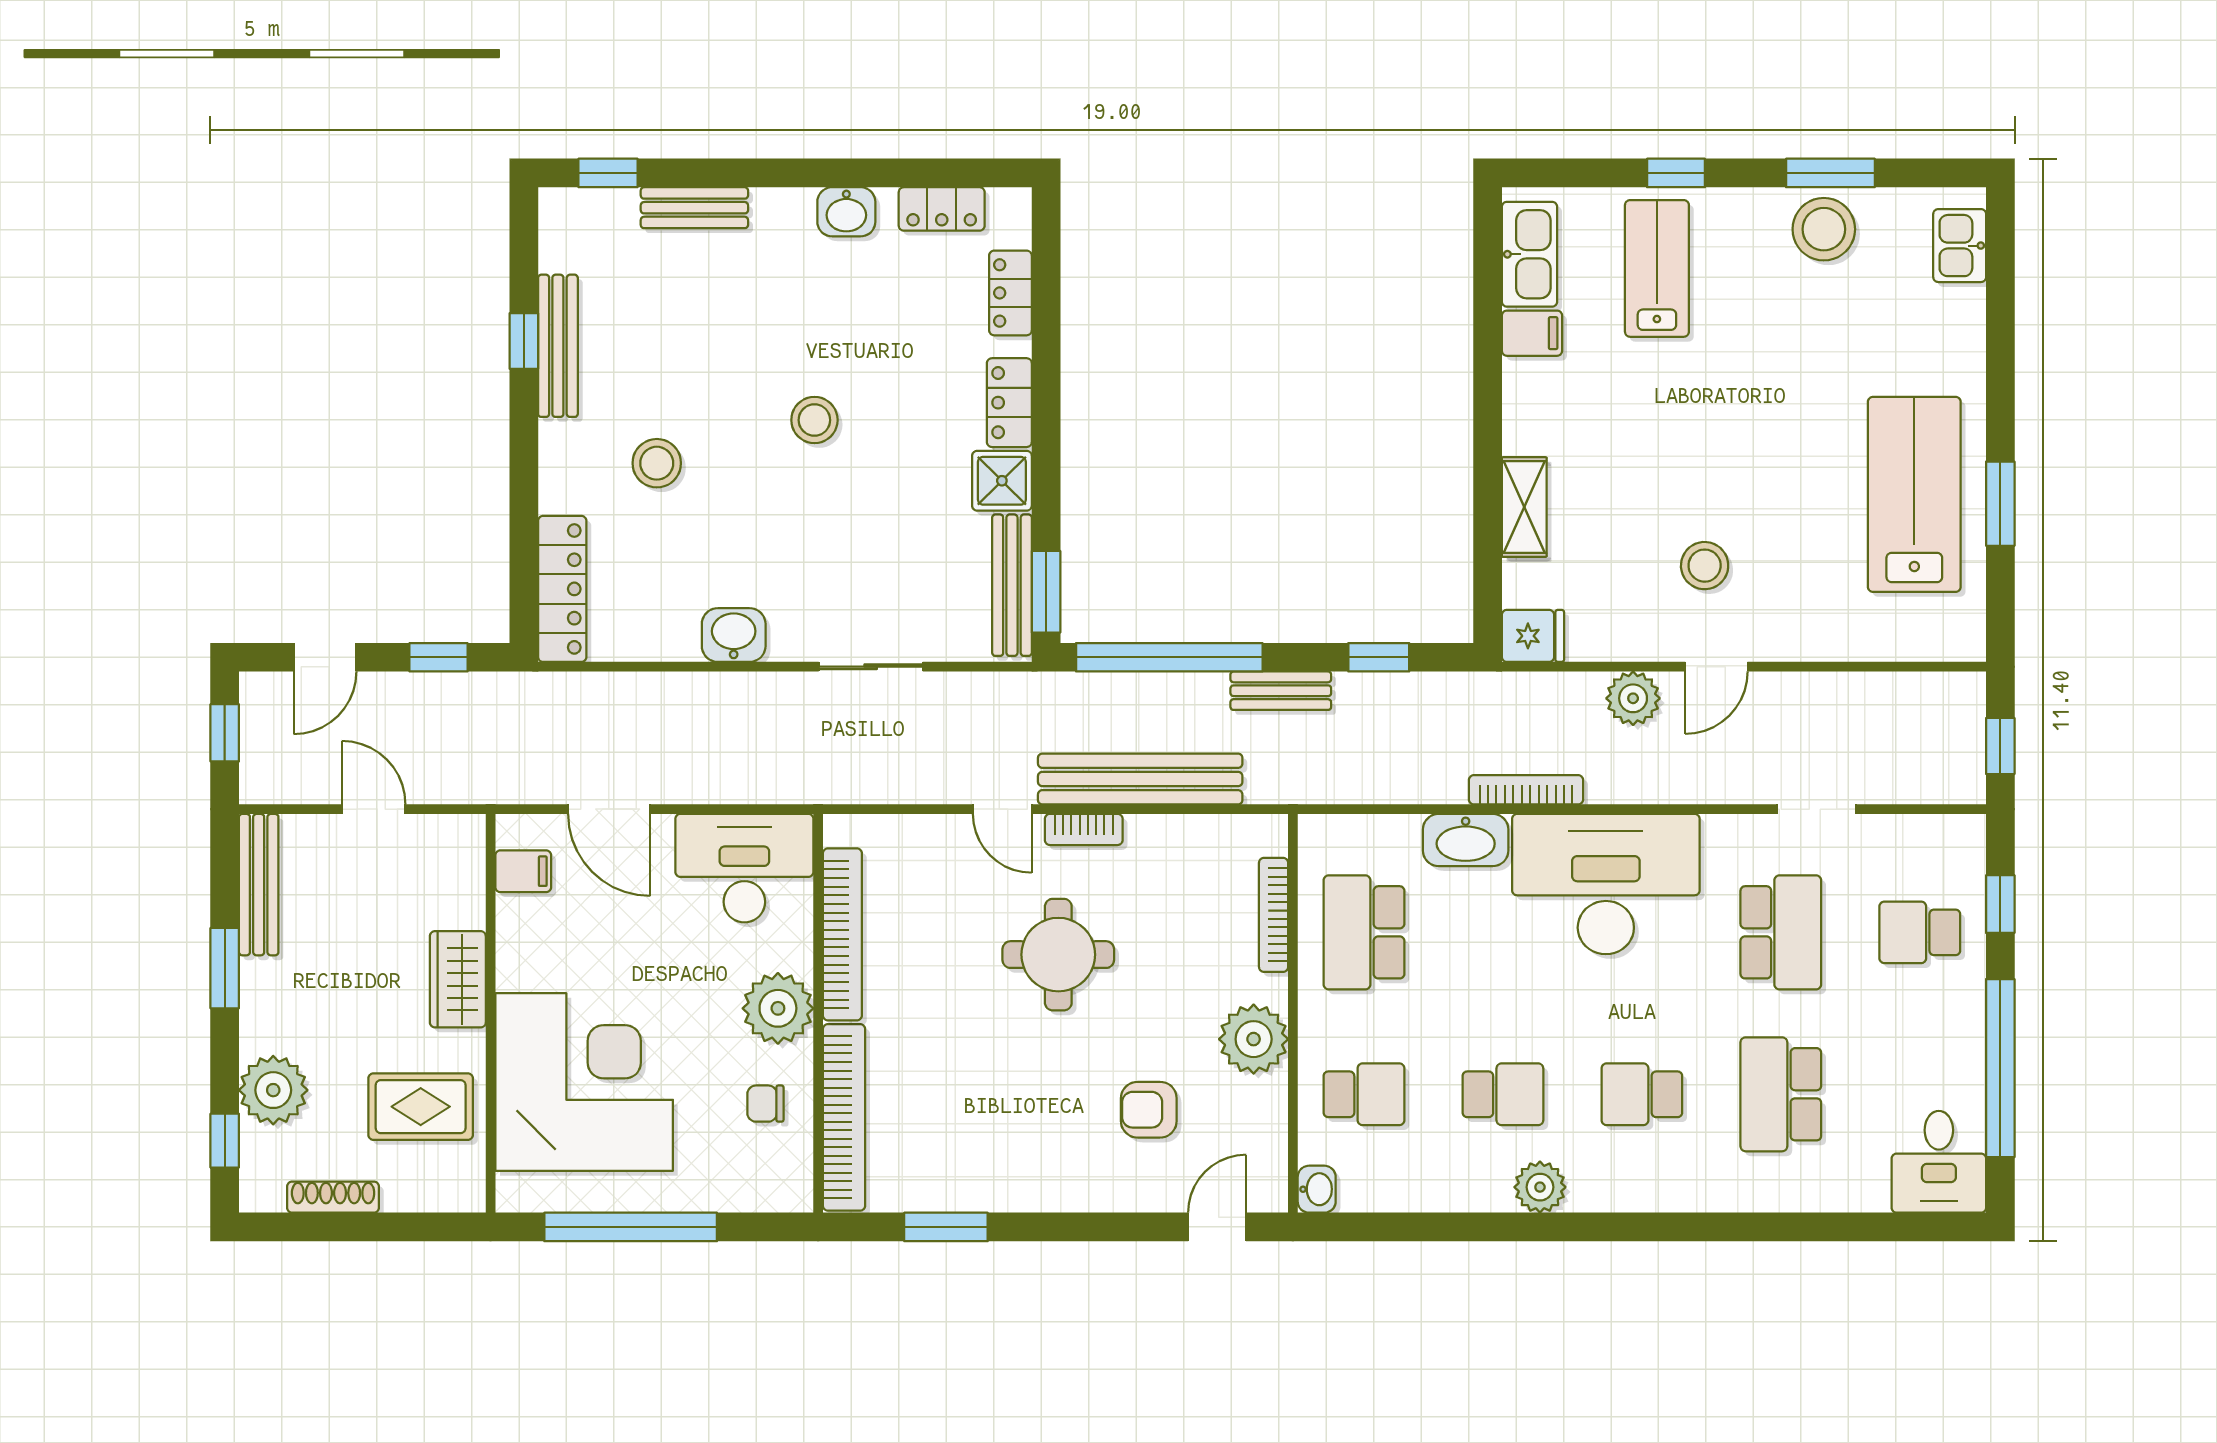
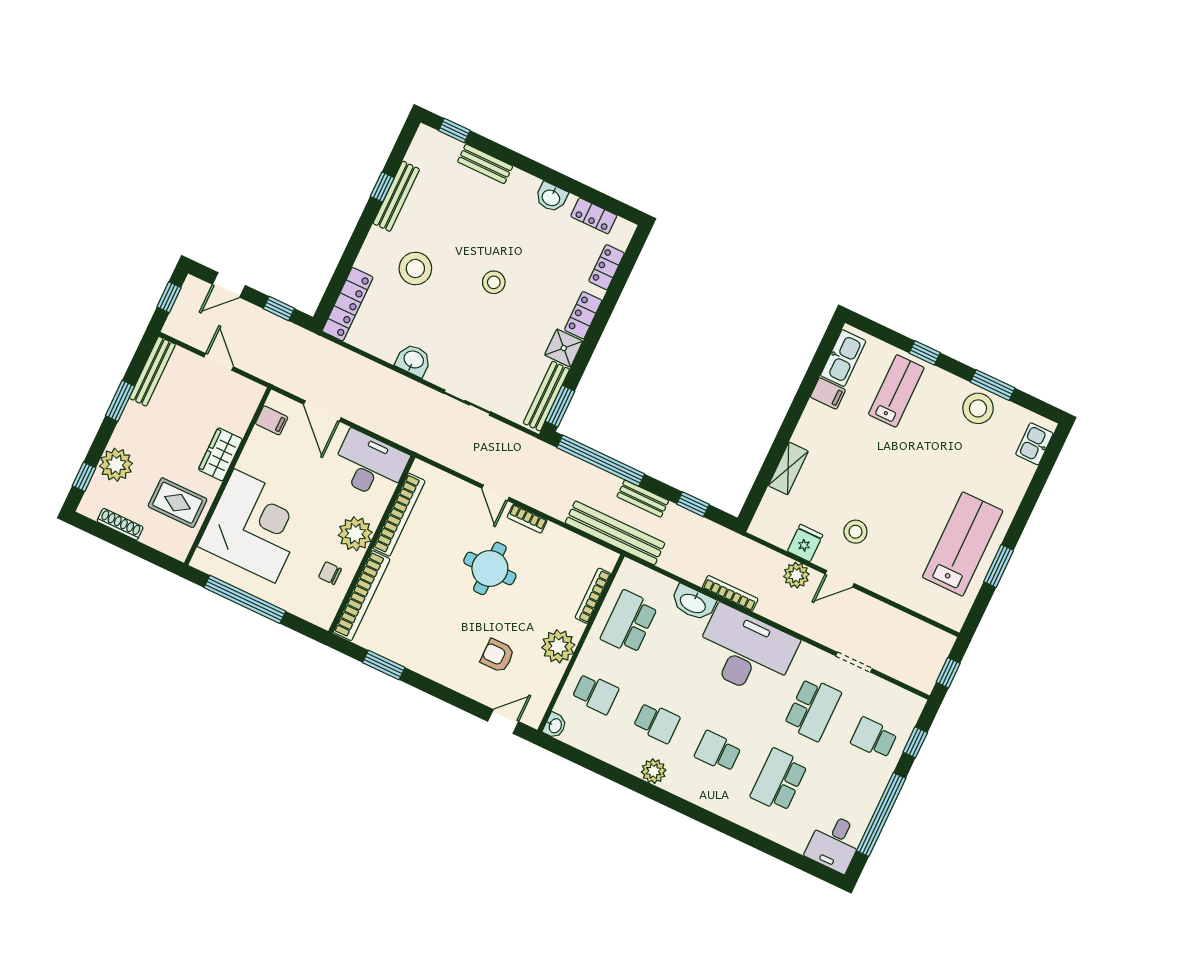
stool: (657, 463) -> (415, 269), width x1.38, depth x1.38
fridge: (1533, 636) -> (805, 543), moved, turned -90
bench: (1140, 779) -> (615, 533), moved

